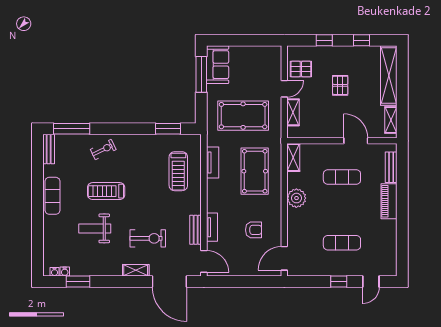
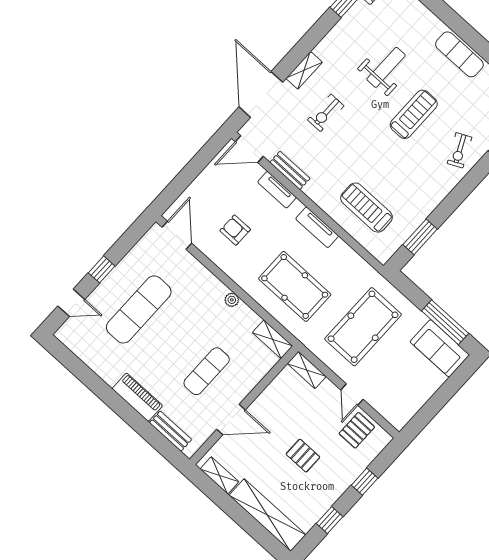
shelving: (293, 112) -> (307, 370), moved
tv unit: (213, 163) -> (317, 227), moved
plant: (296, 198) -> (232, 300), width x0.53, depth x0.53
armchair: (253, 230) -> (235, 230), turned 90
exercise bike: (148, 238) -> (326, 113), width x0.73, depth x0.72
exercise mat: (342, 243) -> (139, 309), width x1.36, depth x1.45
door: (169, 282) -> (261, 94), hinge flipped
door: (371, 282) -> (71, 303), swing flipped

